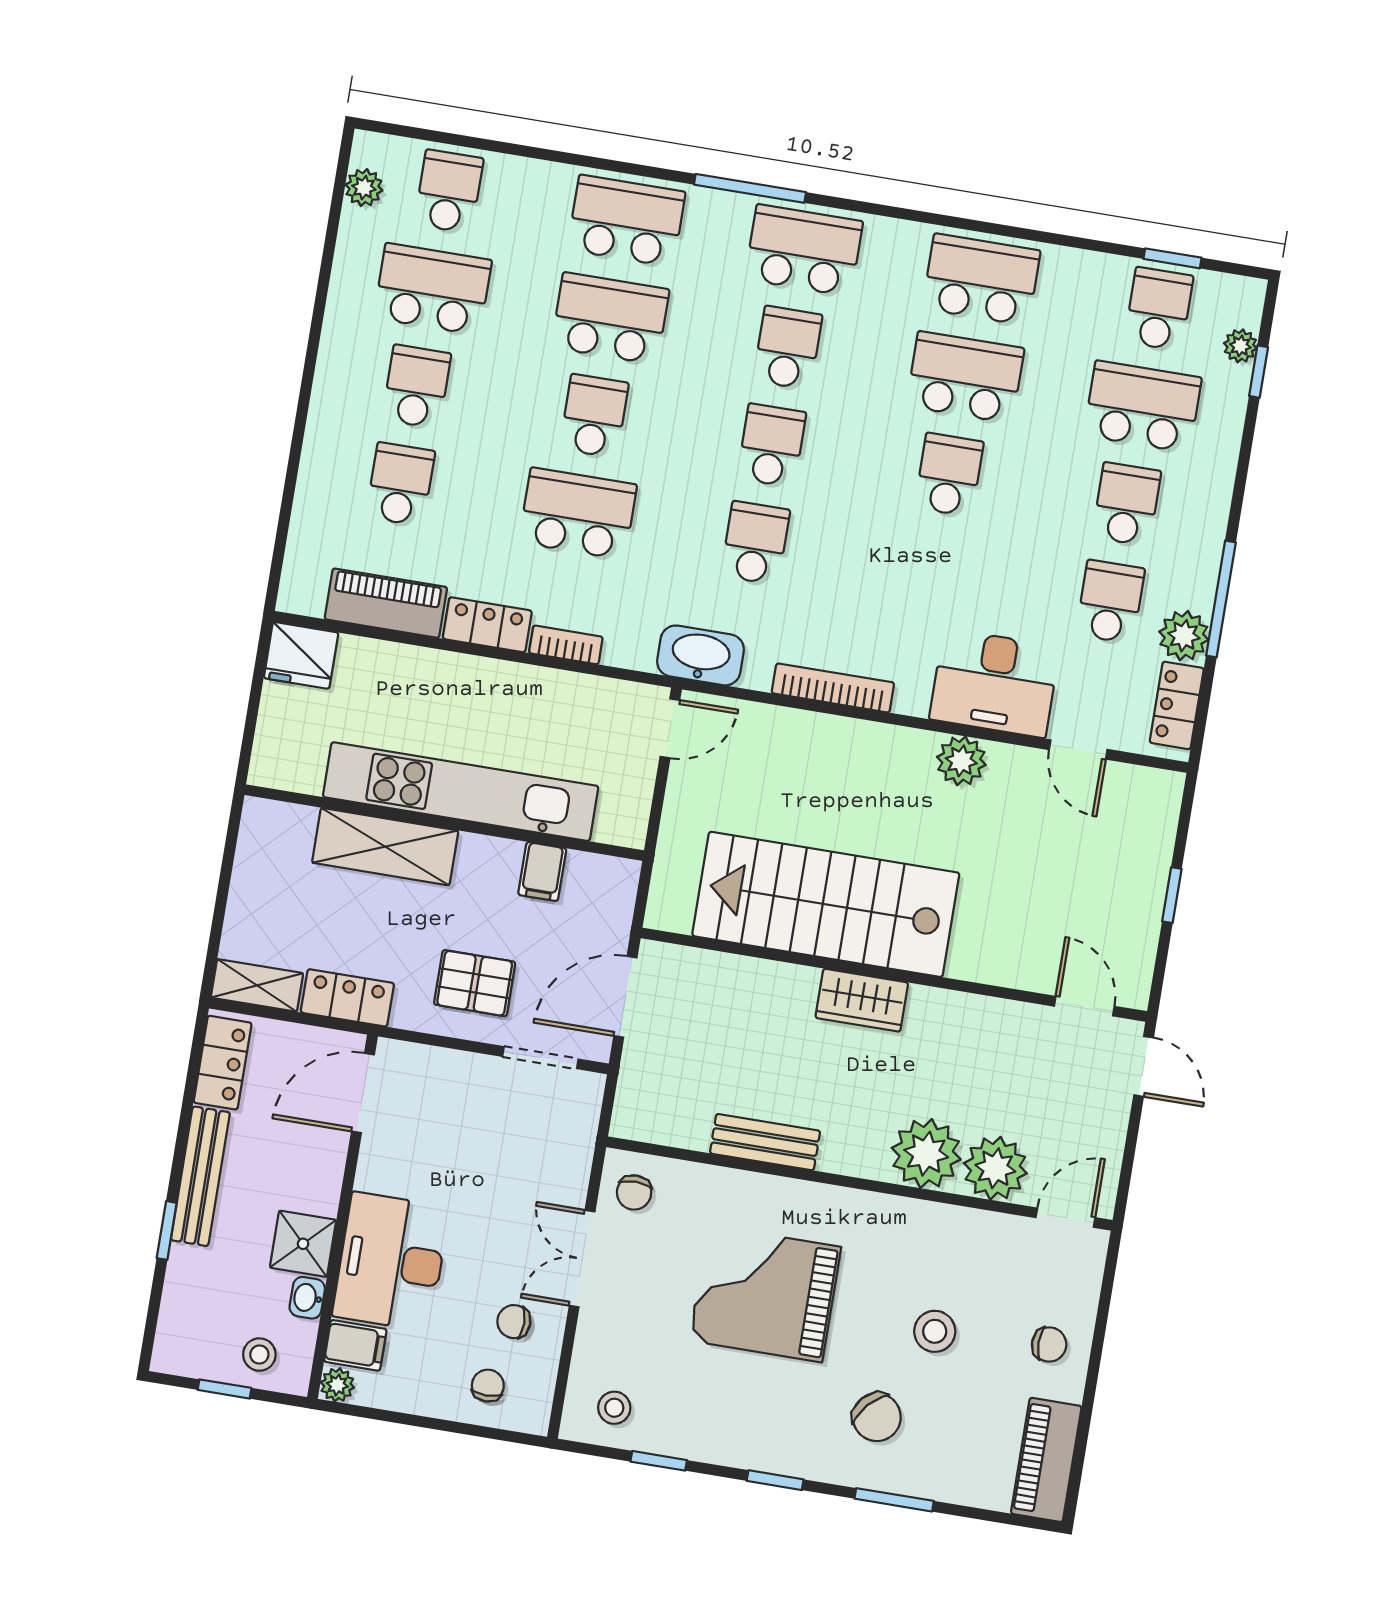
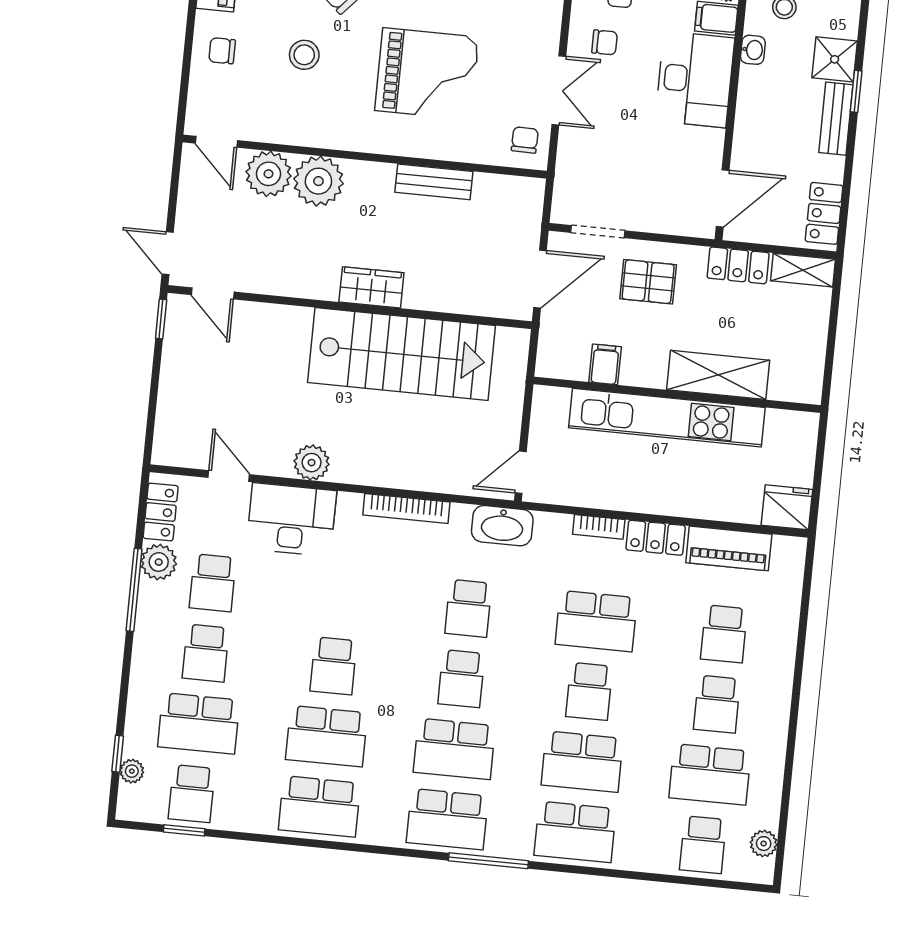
school desk: (788, 348) -> (454, 749), width x1.85
window: (1172, 895) -> (161, 319), moved
bench: (200, 1176) -> (836, 119), width x0.73
door: (1065, 1218) -> (216, 142), hinge flipped
shower: (303, 1244) -> (835, 59), moved

